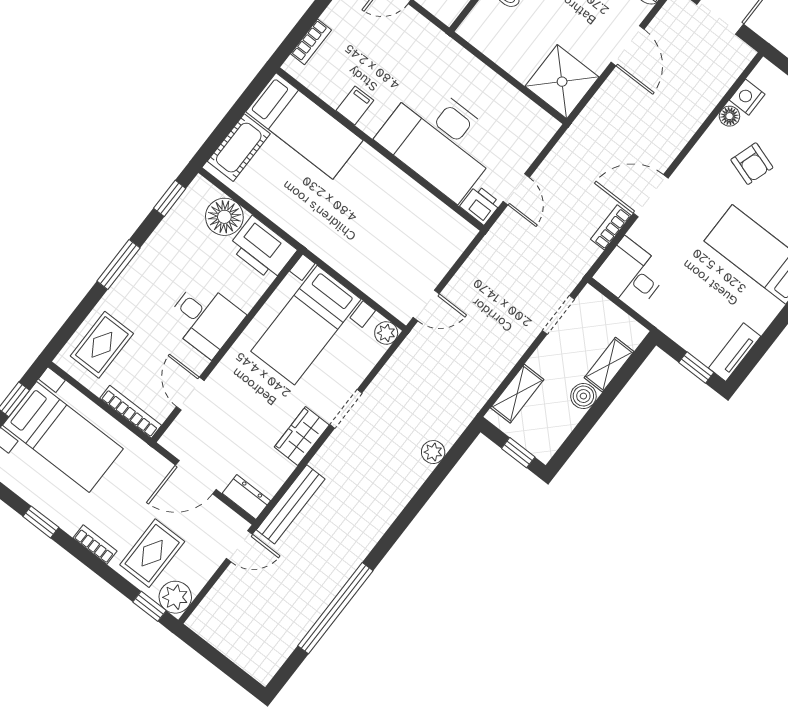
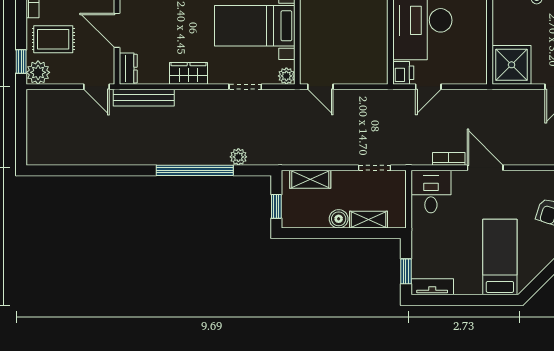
doorway: (346, 409) -> (245, 87), moved
window: (335, 608) -> (195, 170), moved

